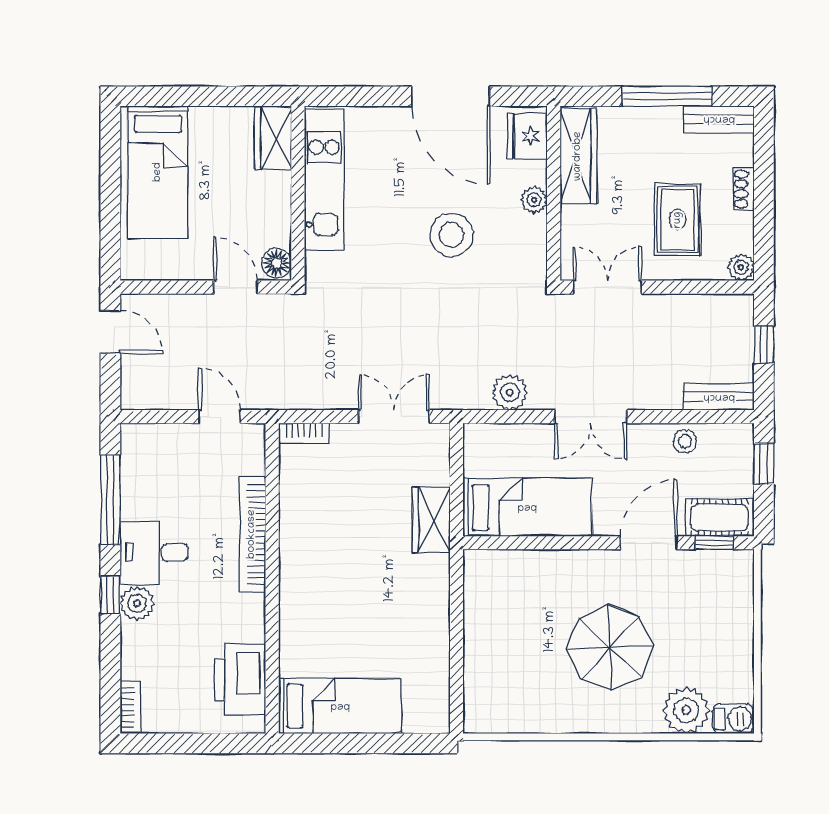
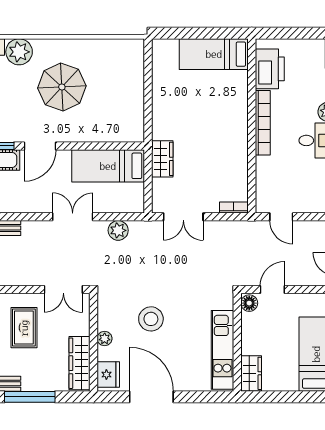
door: (235, 287) -> (272, 290), swing flipped
stool: (685, 441) -> (20, 203), removed
bookcase: (252, 534) -> (263, 123), moved

